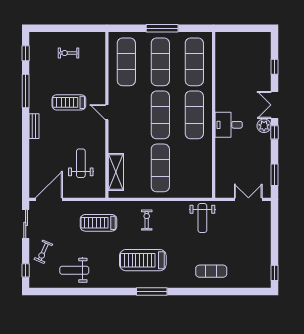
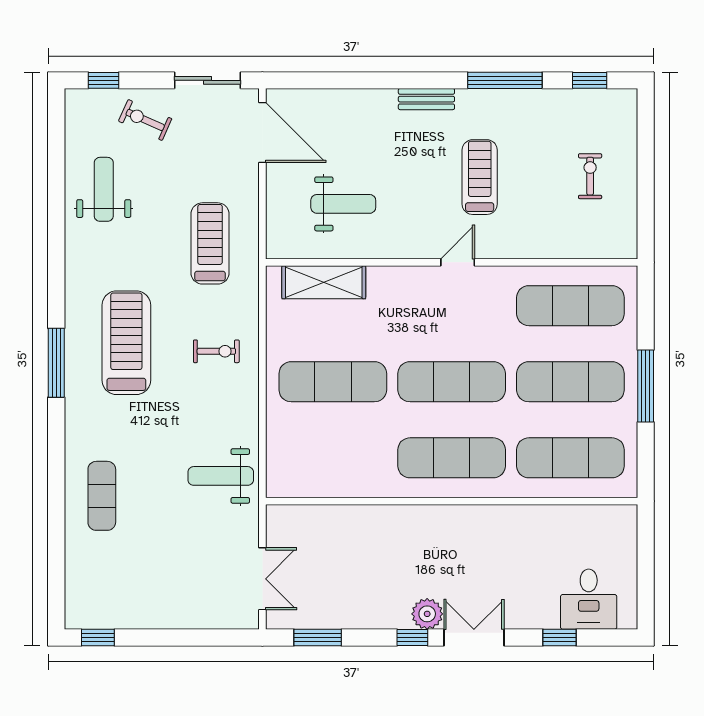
desk: (229, 125) -> (589, 599), moved, turned 180

